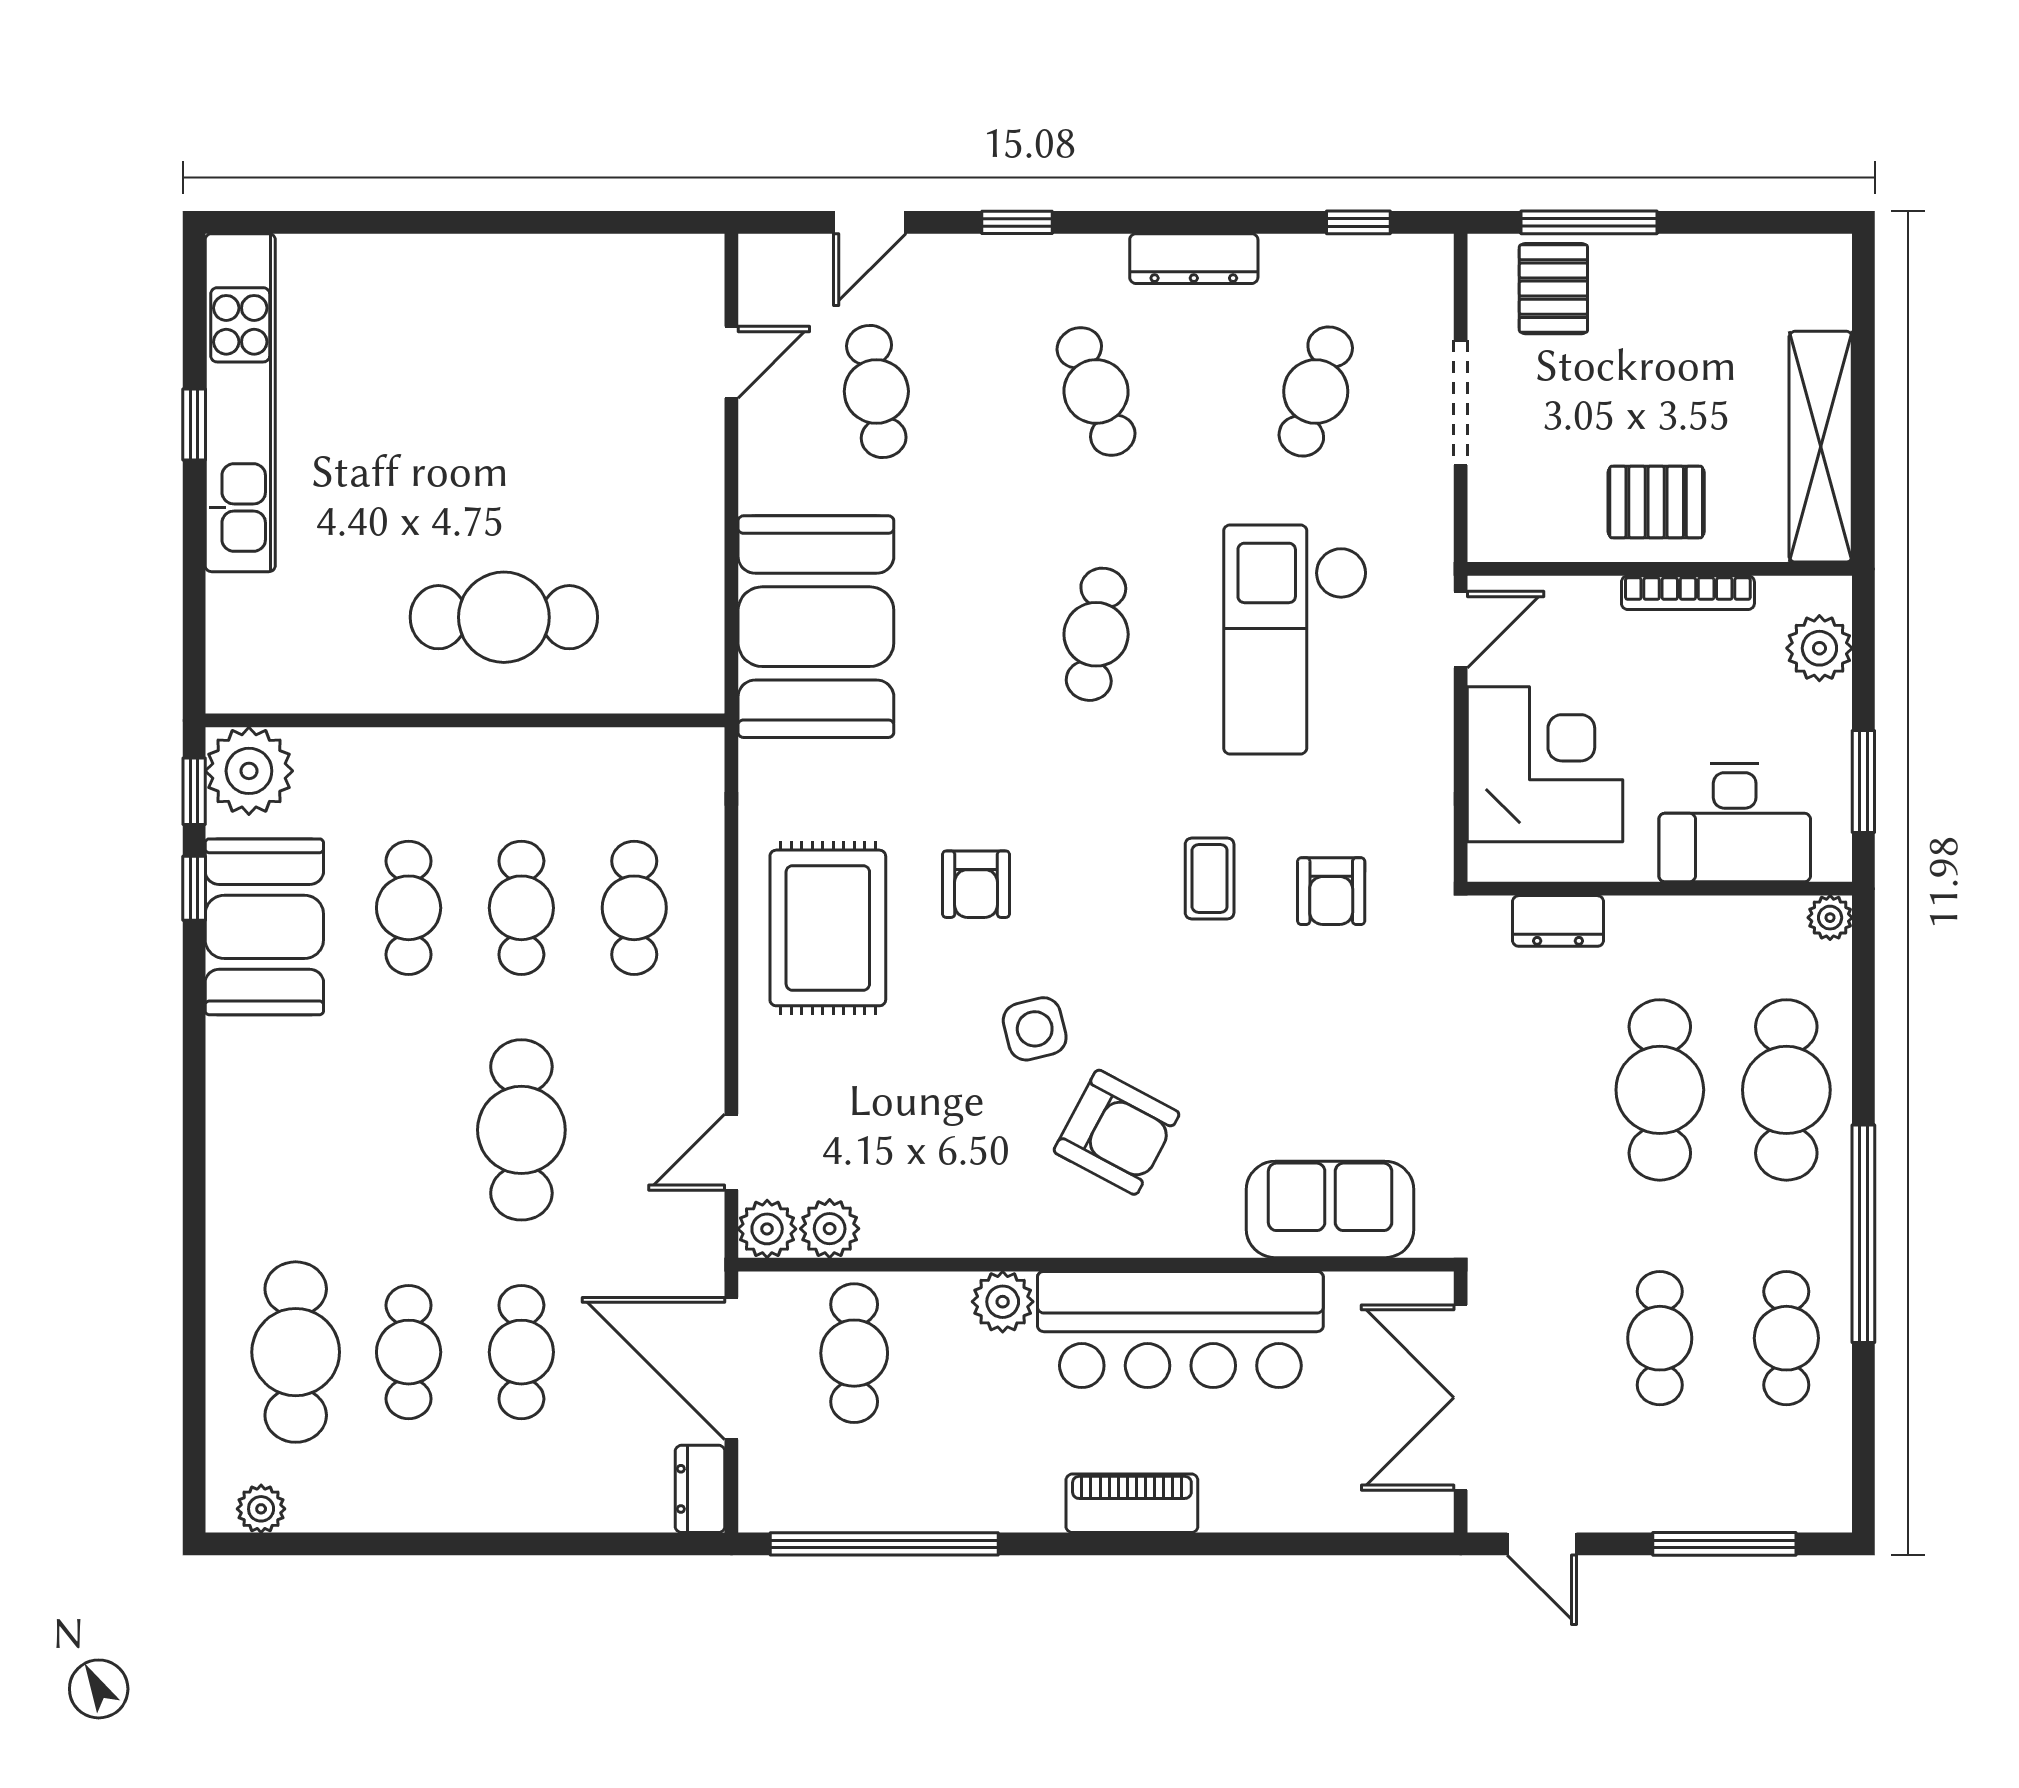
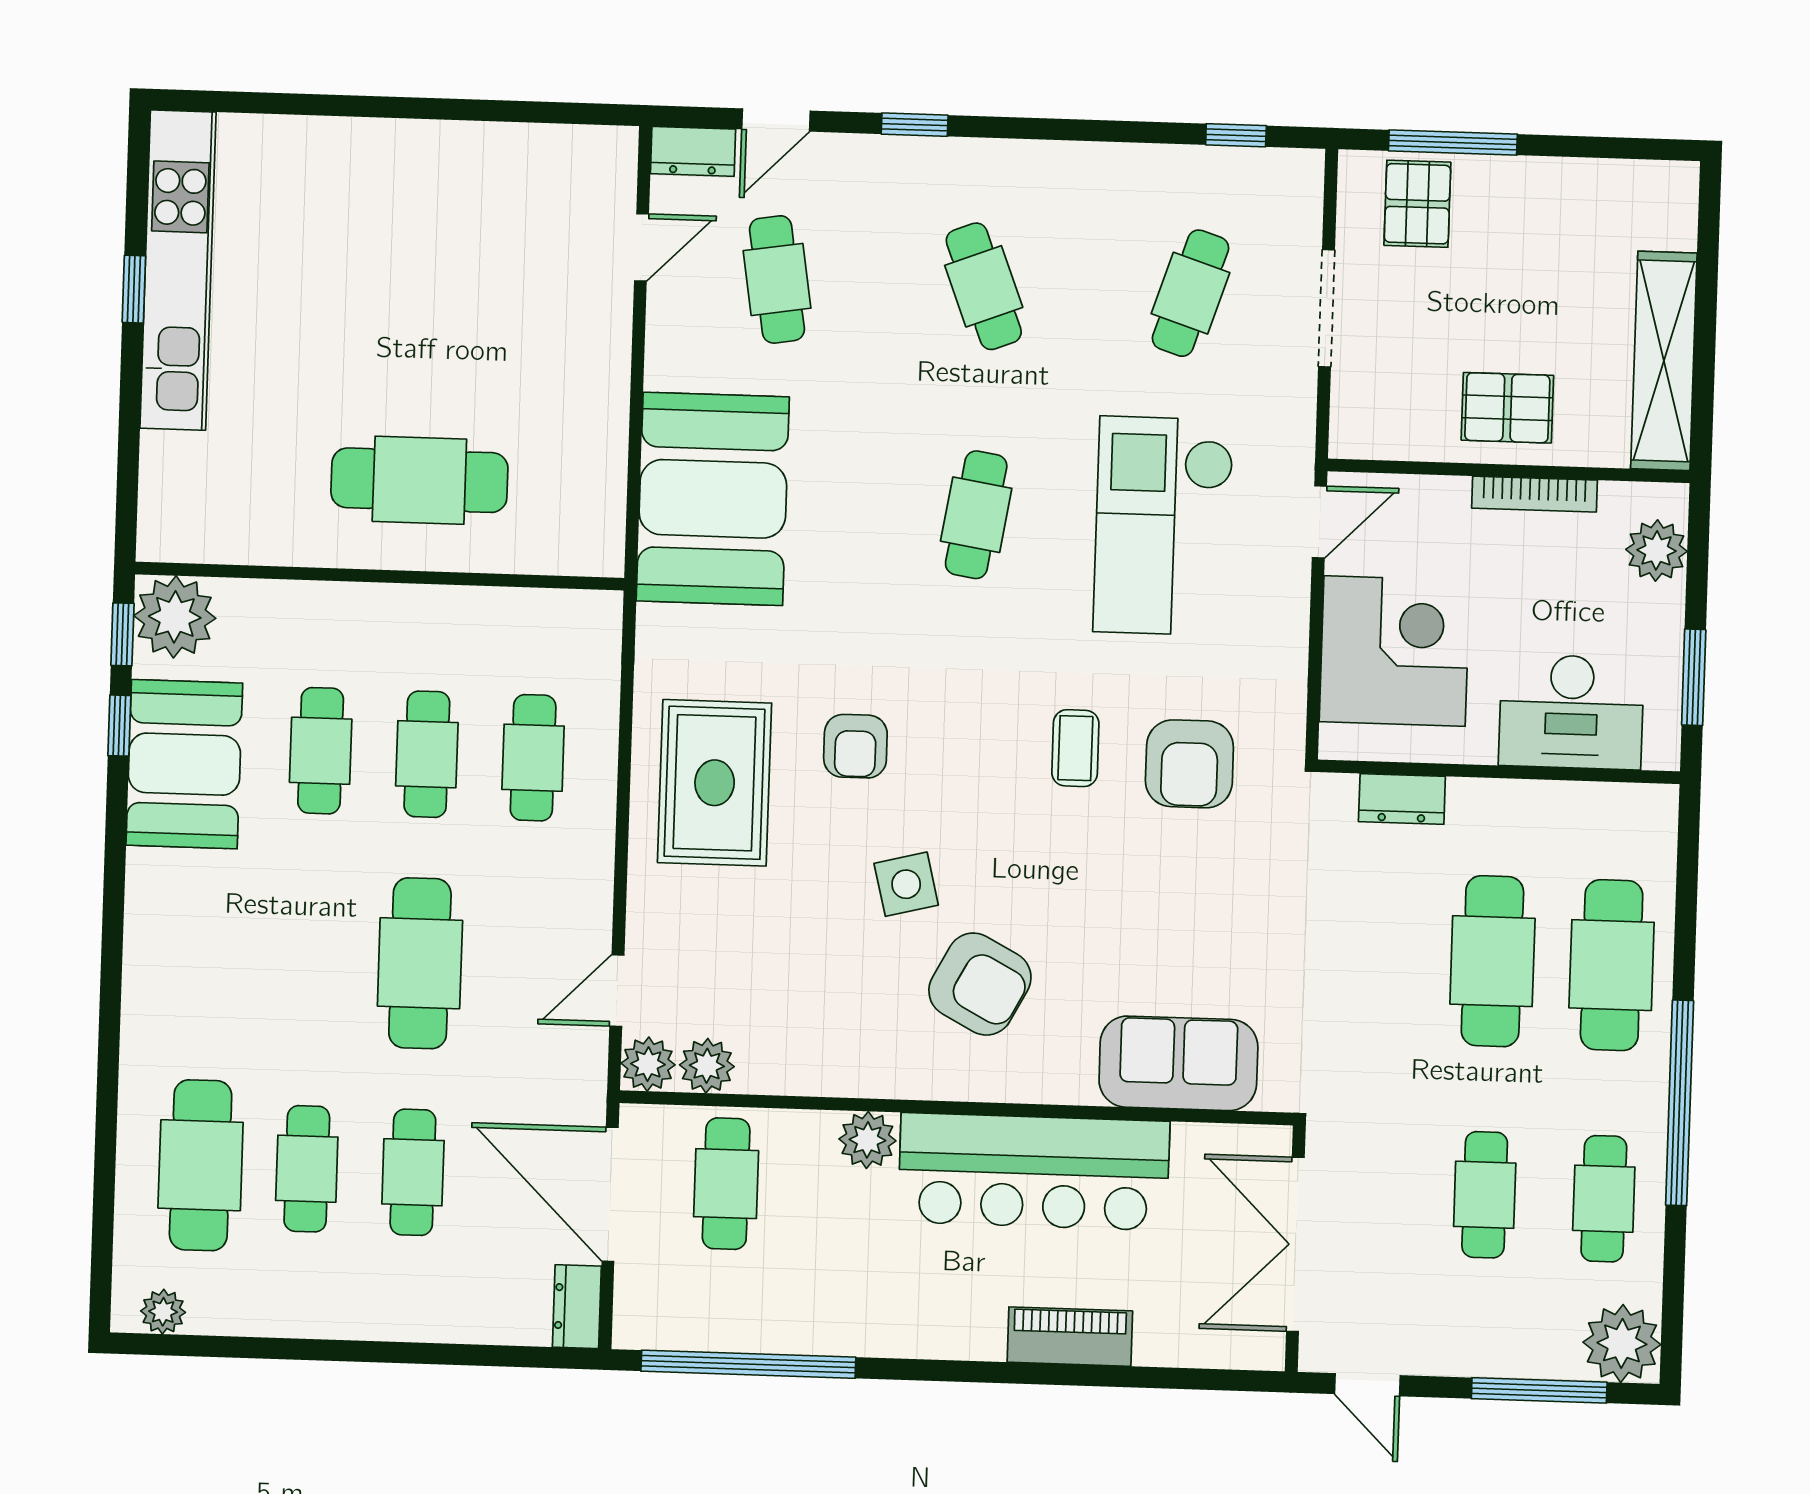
dresser: (1194, 259) -> (693, 151), moved, width x0.70
armchair: (1331, 891) -> (1189, 764), width x1.38, depth x1.38
plant: (1830, 918) -> (1622, 1343), moved, width x1.88, depth x1.88
piano: (1132, 1503) -> (1070, 1337), moved

